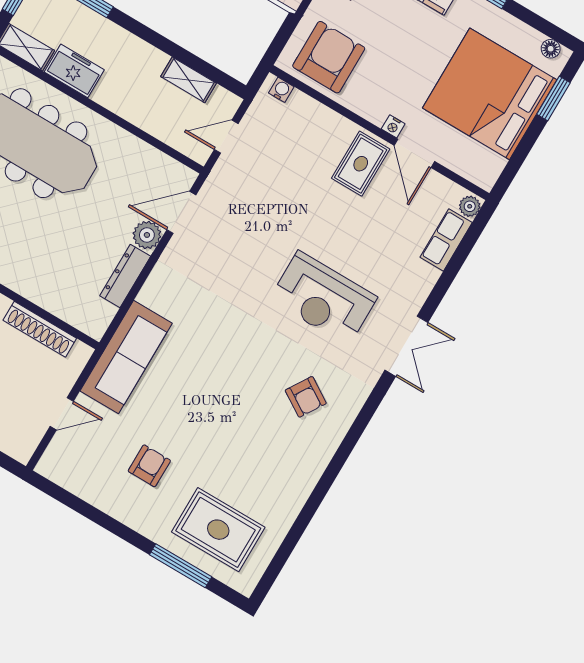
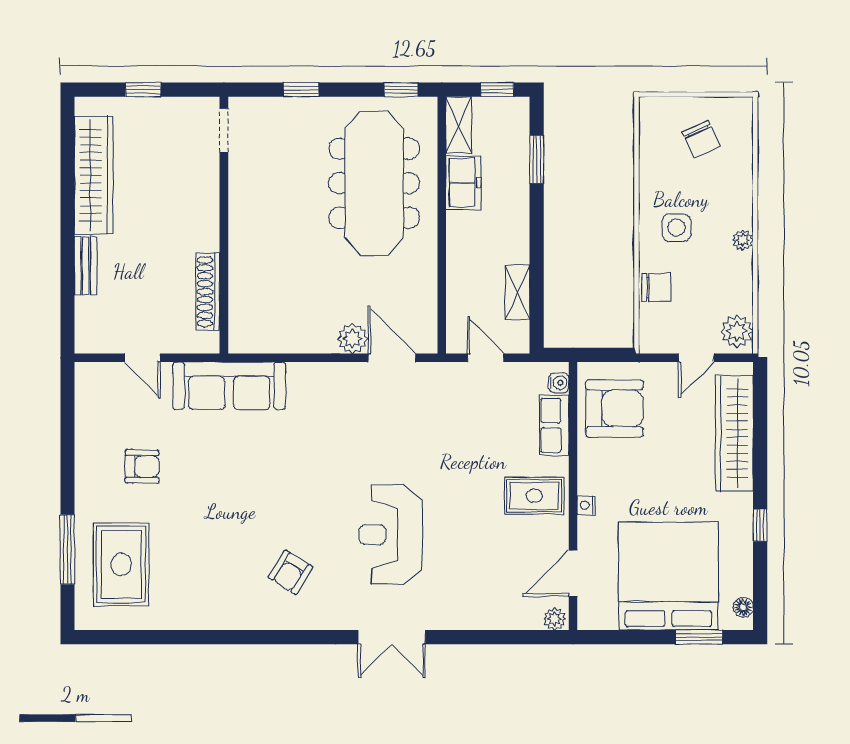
door: (414, 153) -> (573, 573), moved
row of seats: (446, 240) -> (554, 425), moved, turned -90
dresser: (125, 276) -> (303, 341), removed

